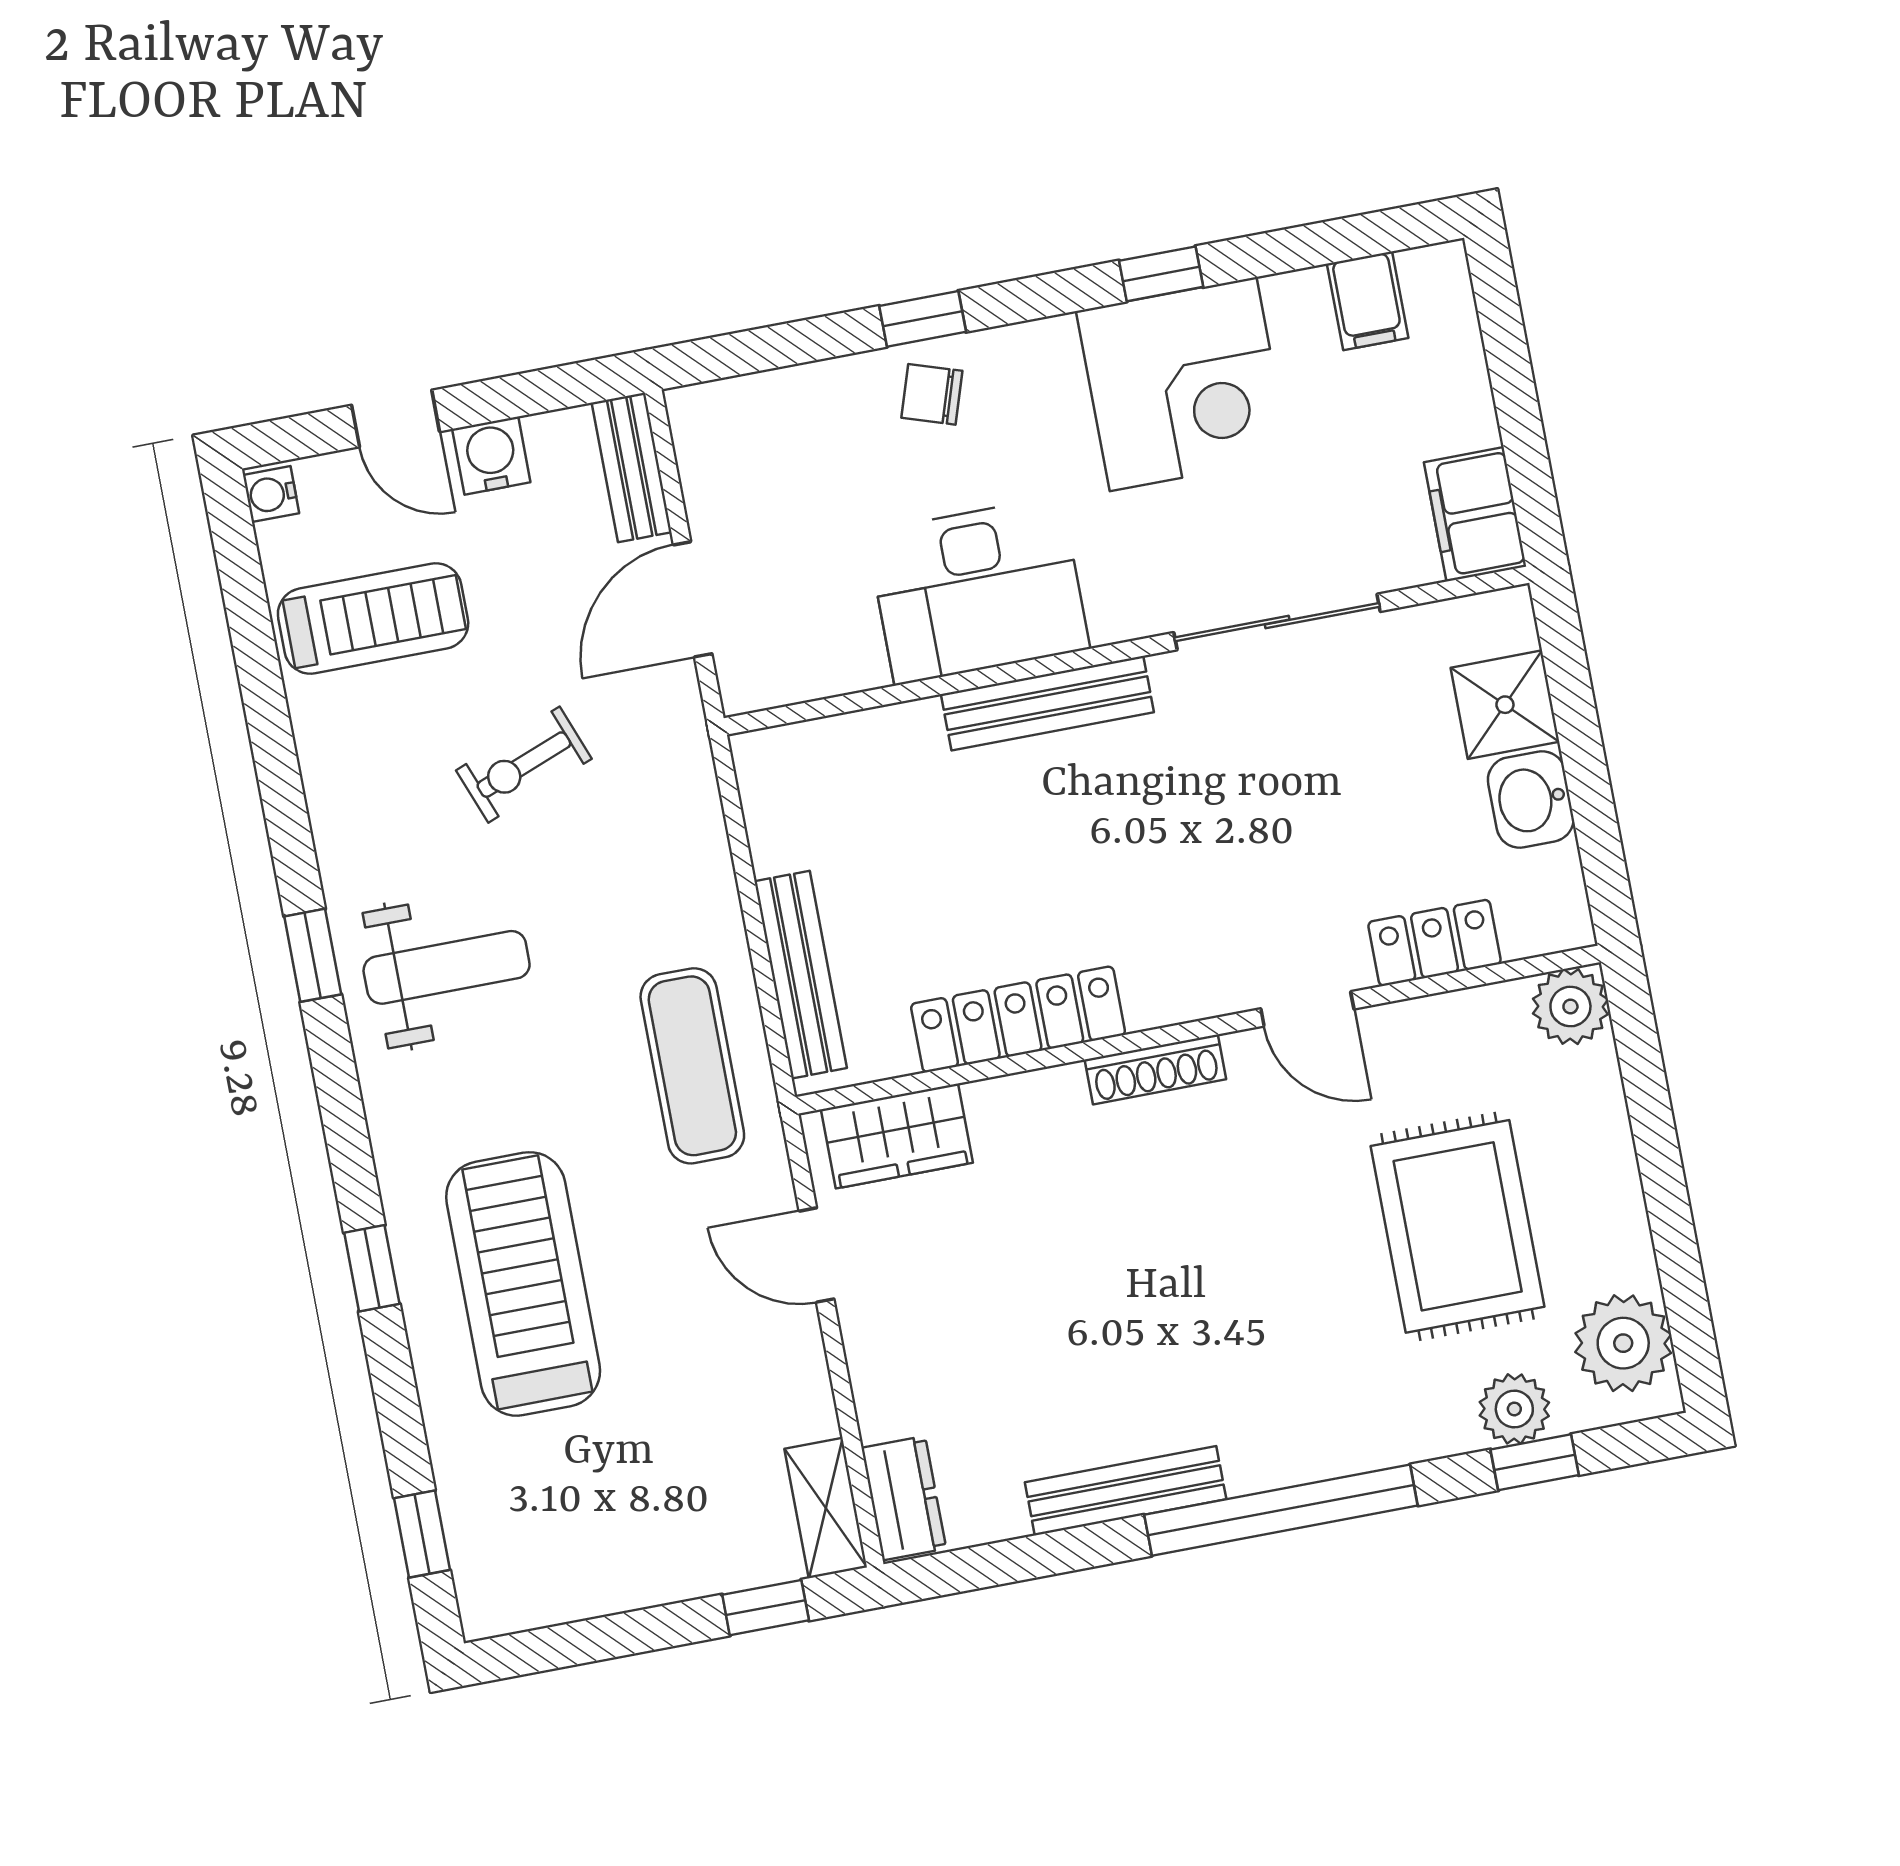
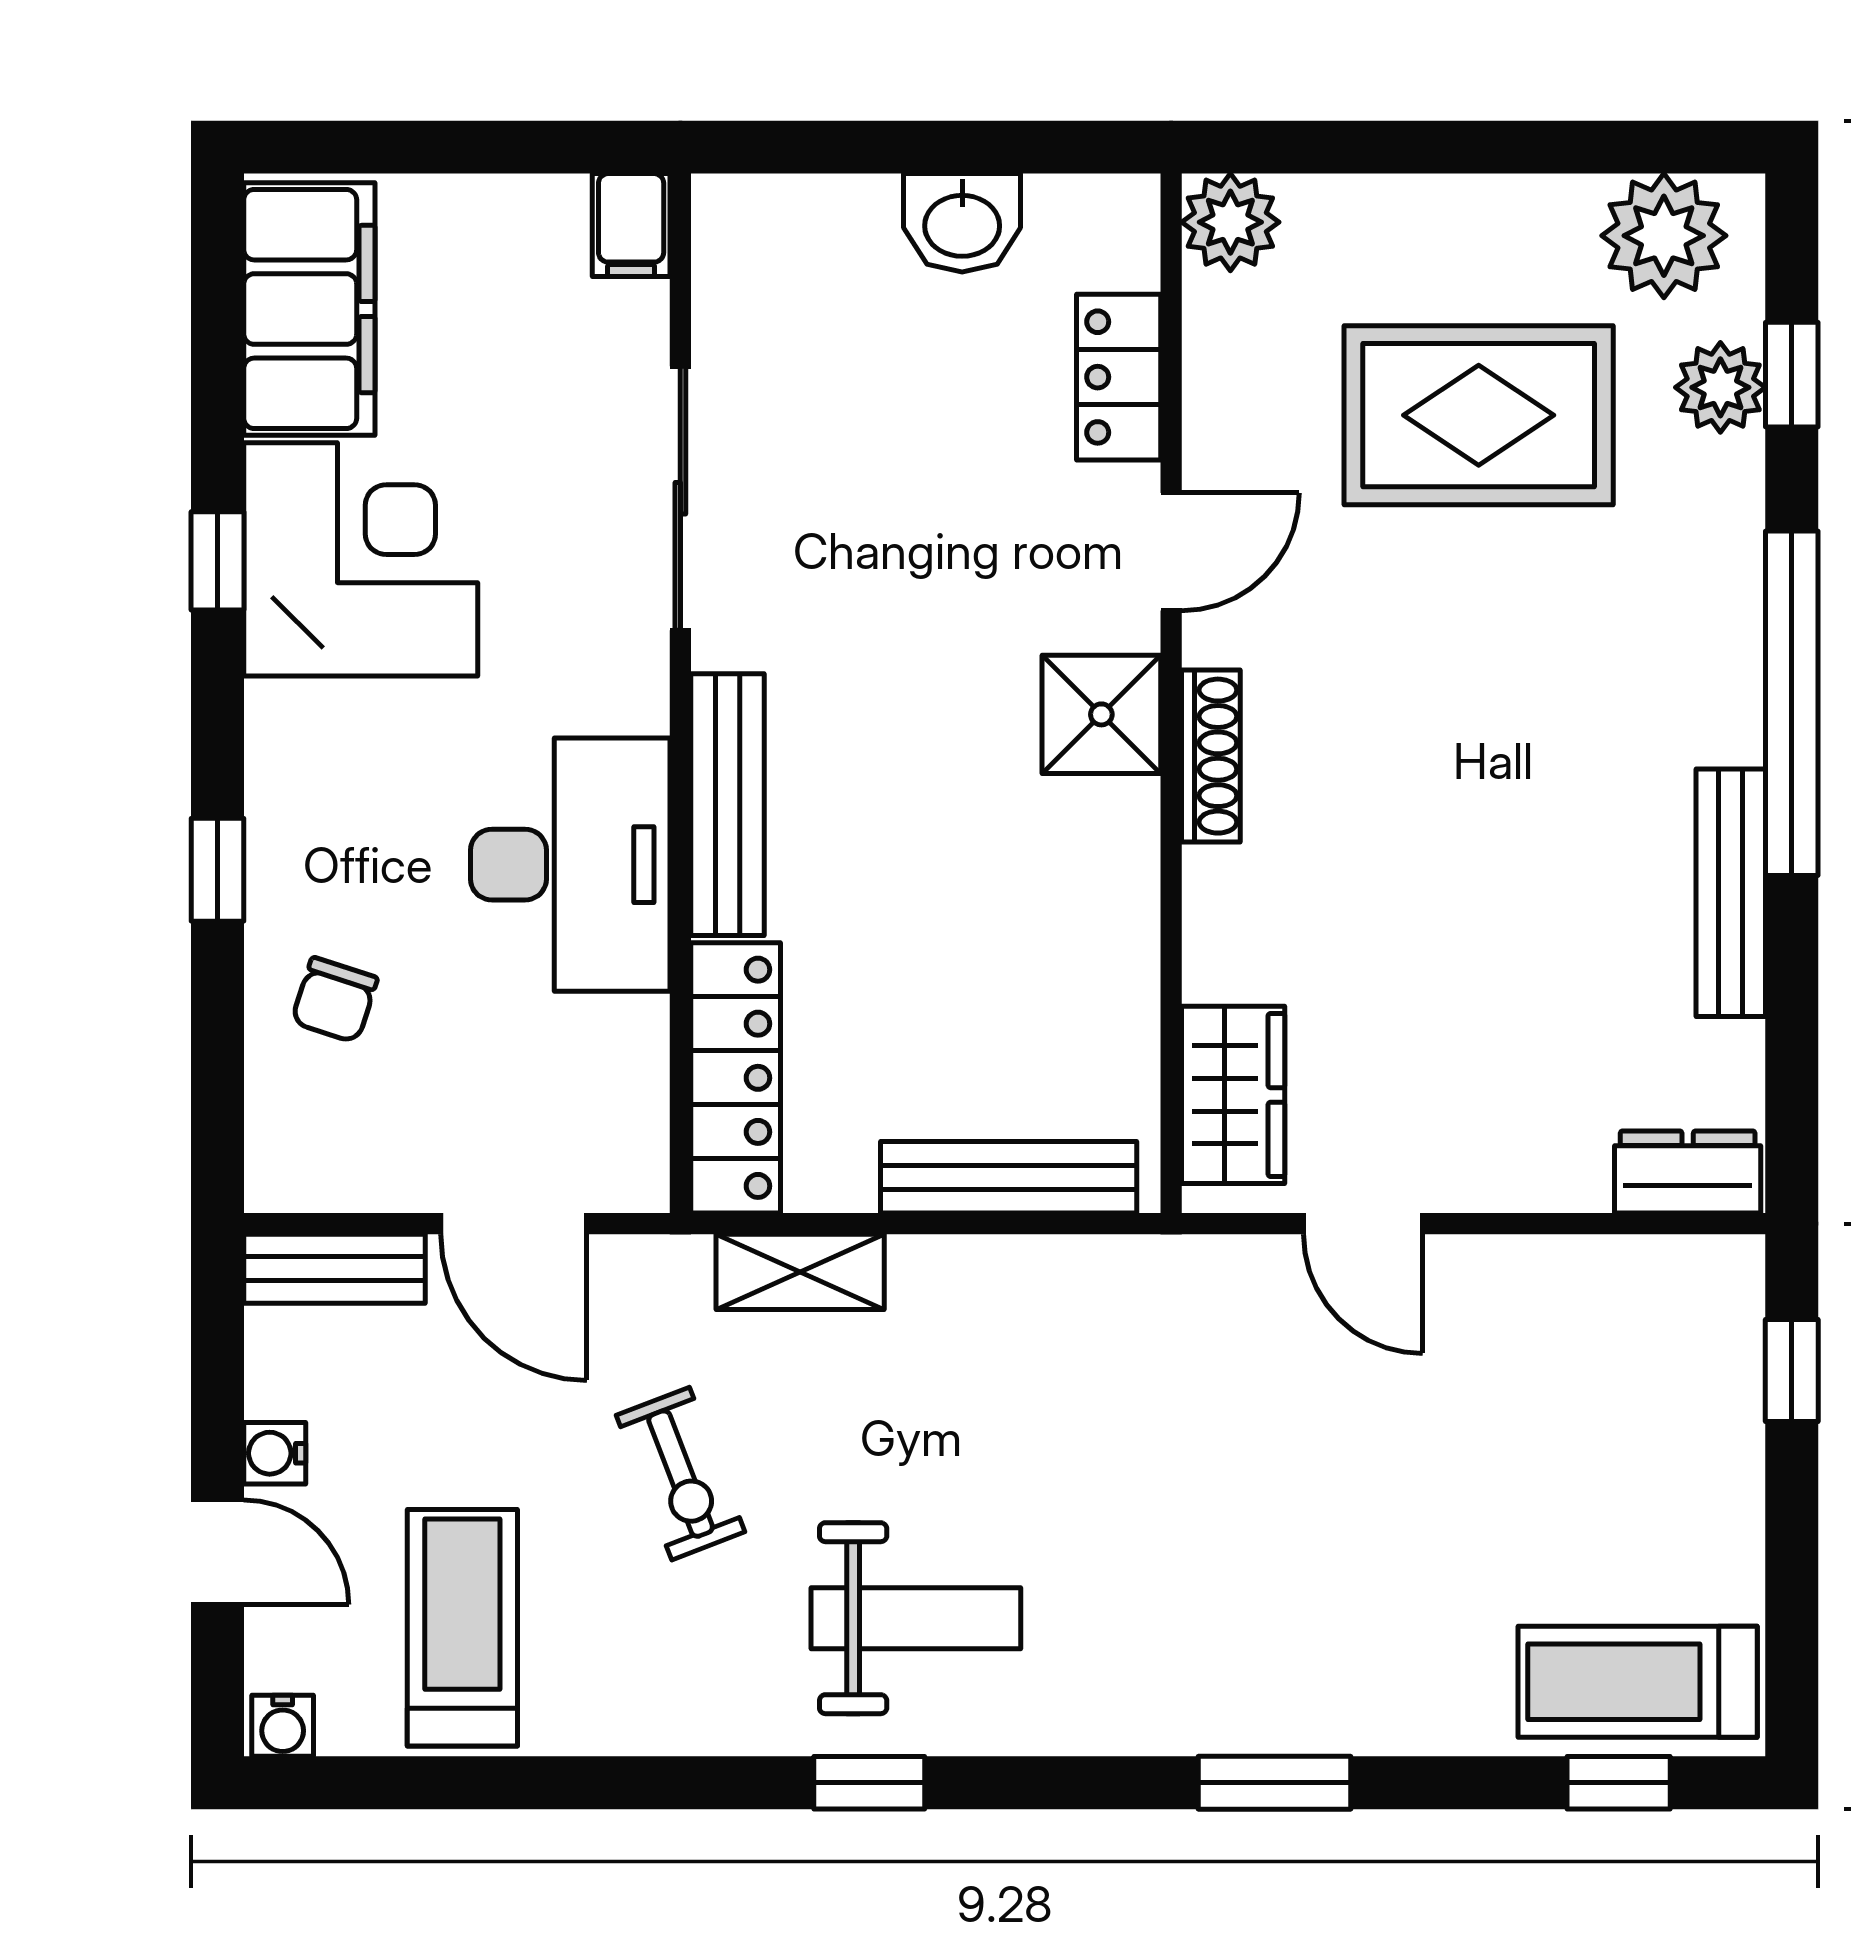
filing cabinet: (1368, 301) -> (309, 309), width x3.00, depth x1.17
chair: (932, 394) -> (335, 1000), moved
door: (396, 418) -> (217, 1552), hinge flipped
water cooler: (491, 456) -> (275, 1453), width x0.72, depth x0.72
filing cabinet: (1475, 514) -> (631, 225), width x0.50
shower: (1505, 705) -> (1101, 714), moved
weight bench: (447, 967) -> (916, 1618), turned 90
locker: (1018, 1019) -> (736, 1078), moved, turned 180
exercise mat: (692, 1066) -> (1097, 1334), removed
door: (817, 1255) -> (1363, 1224), hinge flipped
window: (372, 1268) -> (1274, 1783), width x1.50
treadmill: (523, 1284) -> (1638, 1682), moved, width x0.73, depth x0.73
shelving: (826, 1508) -> (800, 1272), moved

